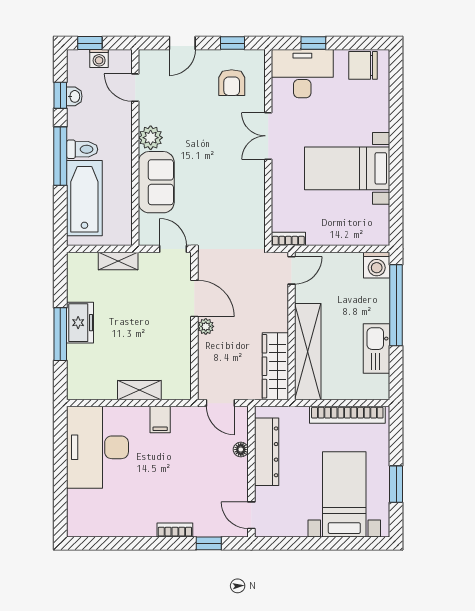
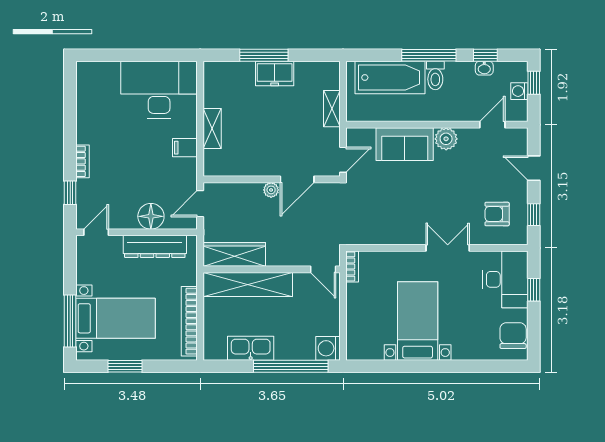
floor lamp: (241, 450) -> (151, 216), width x1.89, depth x1.89
window: (347, 543) -> (70, 321), added

